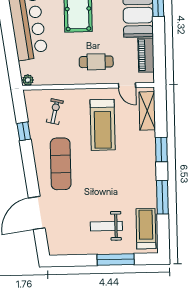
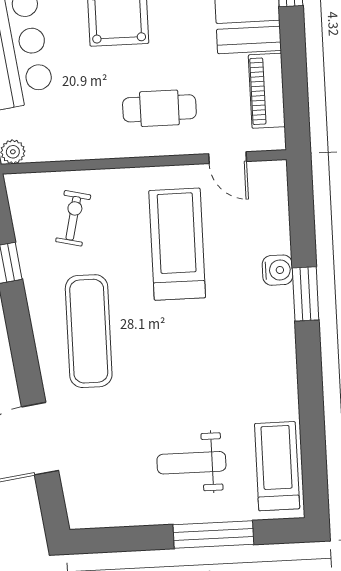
shelving: (147, 111) -> (273, 211), removed
treadmill: (103, 125) -> (177, 244), turned 180
water cooler: (149, 138) -> (277, 270), added
window: (162, 197) -> (311, 397), removed

